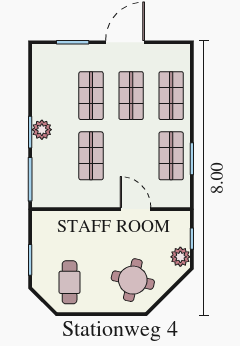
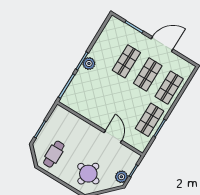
shop shelf: (91, 156) -> (107, 94), removed

